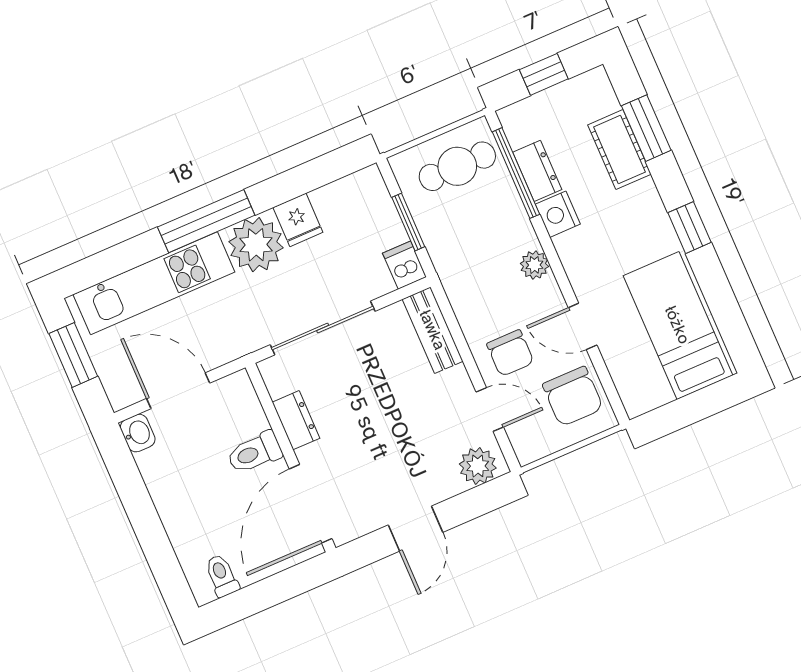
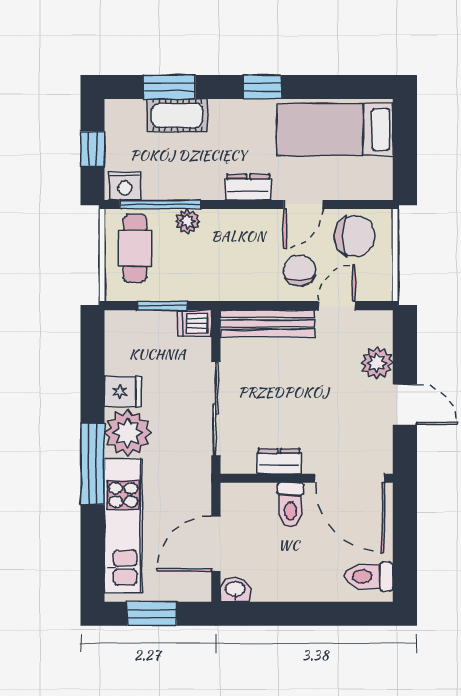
dresser: (537, 171) -> (248, 187), moved
nightstand: (558, 214) -> (125, 186), moved
plant: (534, 265) -> (187, 221), moved
bench: (433, 330) -> (268, 323), width x1.36
chair: (510, 353) -> (300, 270), turned -93
plant: (478, 466) -> (377, 363), moved
toilet: (222, 576) -> (369, 576), width x1.37, depth x1.39

